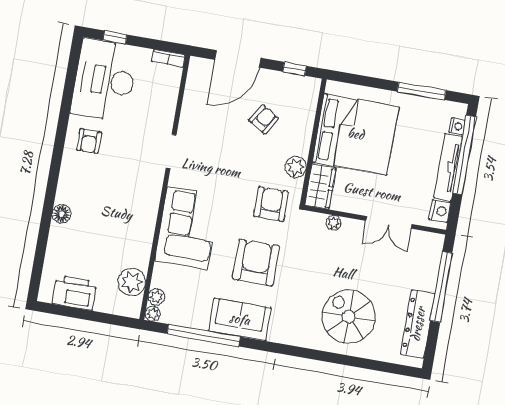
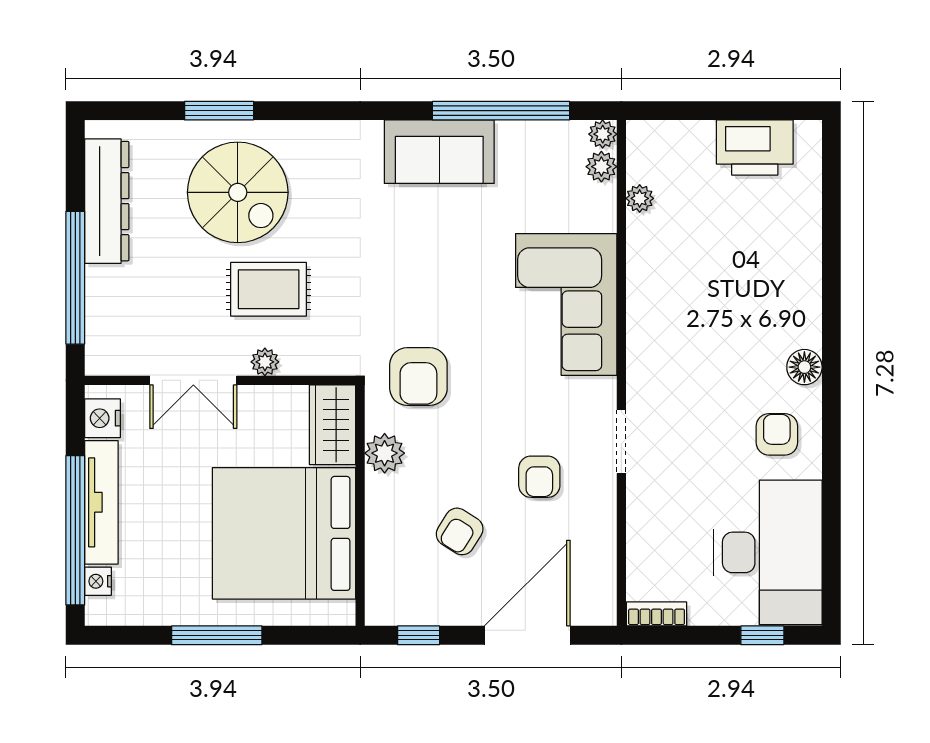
window: (422, 91) -> (217, 635), moved
floor lamp: (62, 214) -> (804, 367), moved
double door: (389, 222) -> (193, 380), swing flipped
plant: (334, 223) -> (265, 362), moved
armchair: (256, 262) -> (539, 477), moved, width x0.53, depth x0.53
rug: (341, 263) -> (269, 289), added
plant: (132, 282) -> (640, 198), width x0.53, depth x0.53
window: (351, 361) -> (219, 111), added

